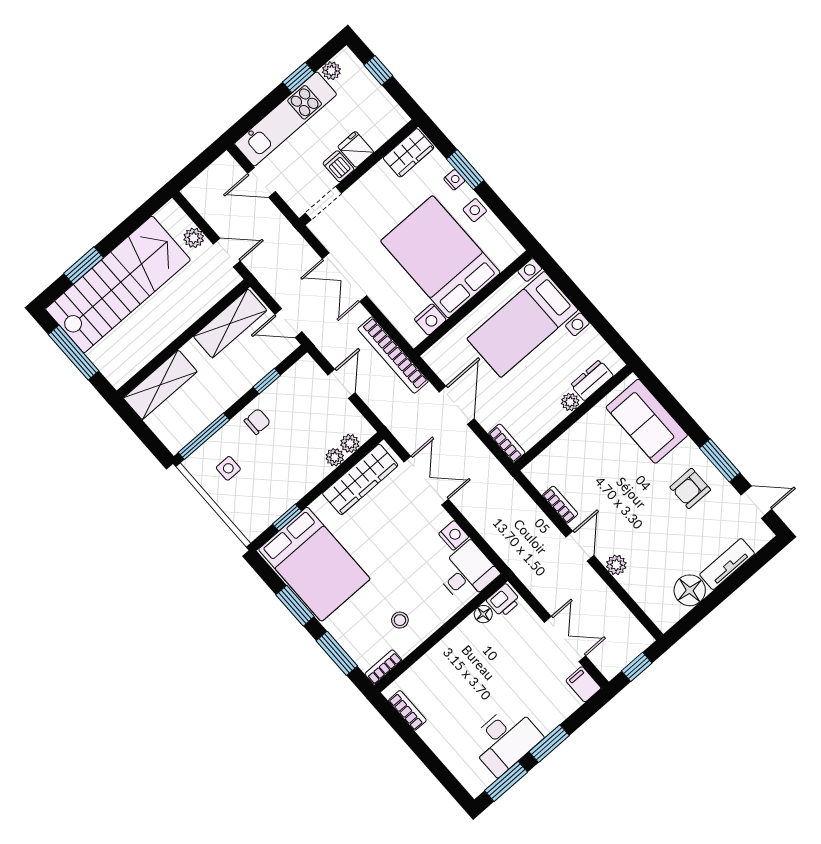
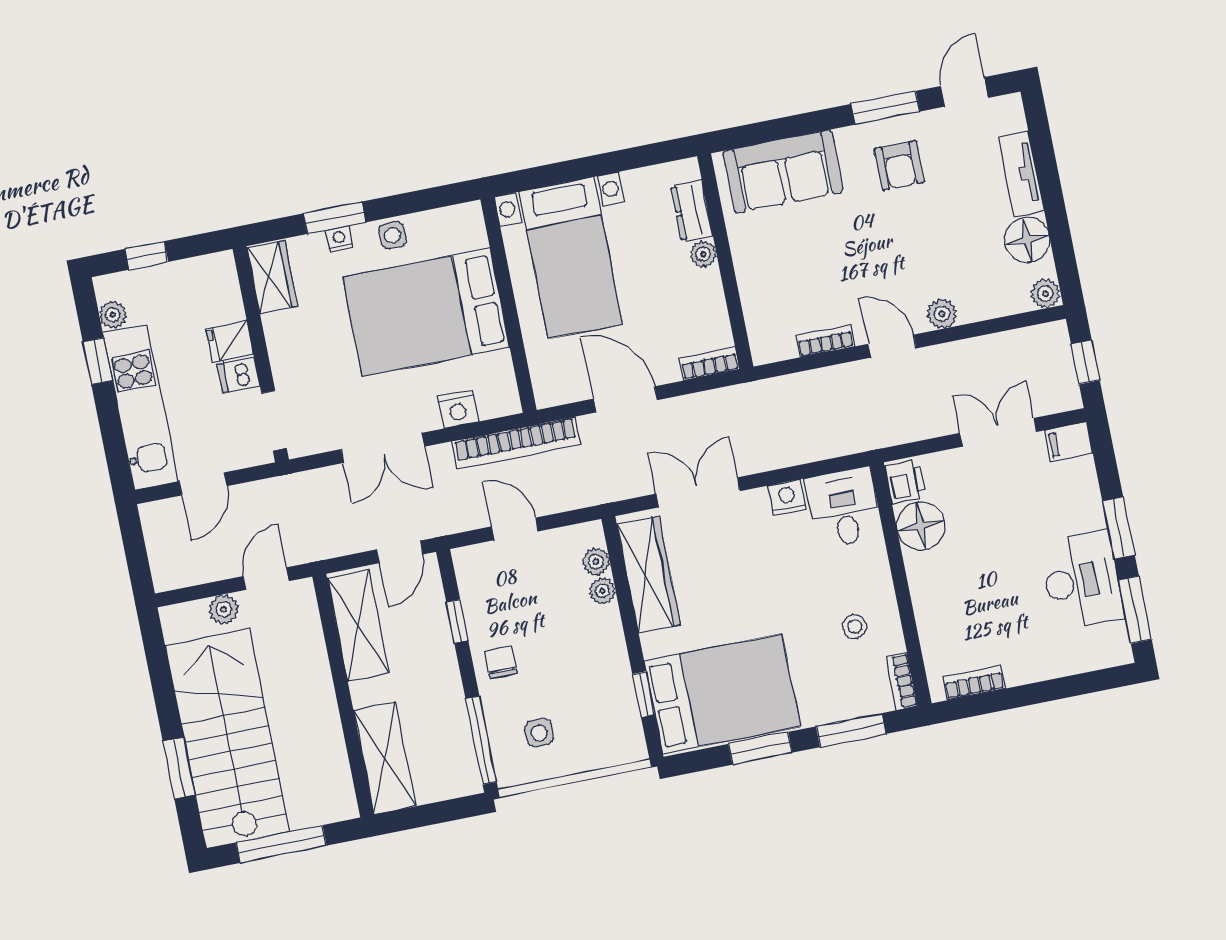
nightstand: (430, 319) -> (458, 409), moved, turned 90
floor lamp: (483, 614) -> (921, 526), width x1.89, depth x1.89
plant: (664, 620) -> (1045, 294), added

